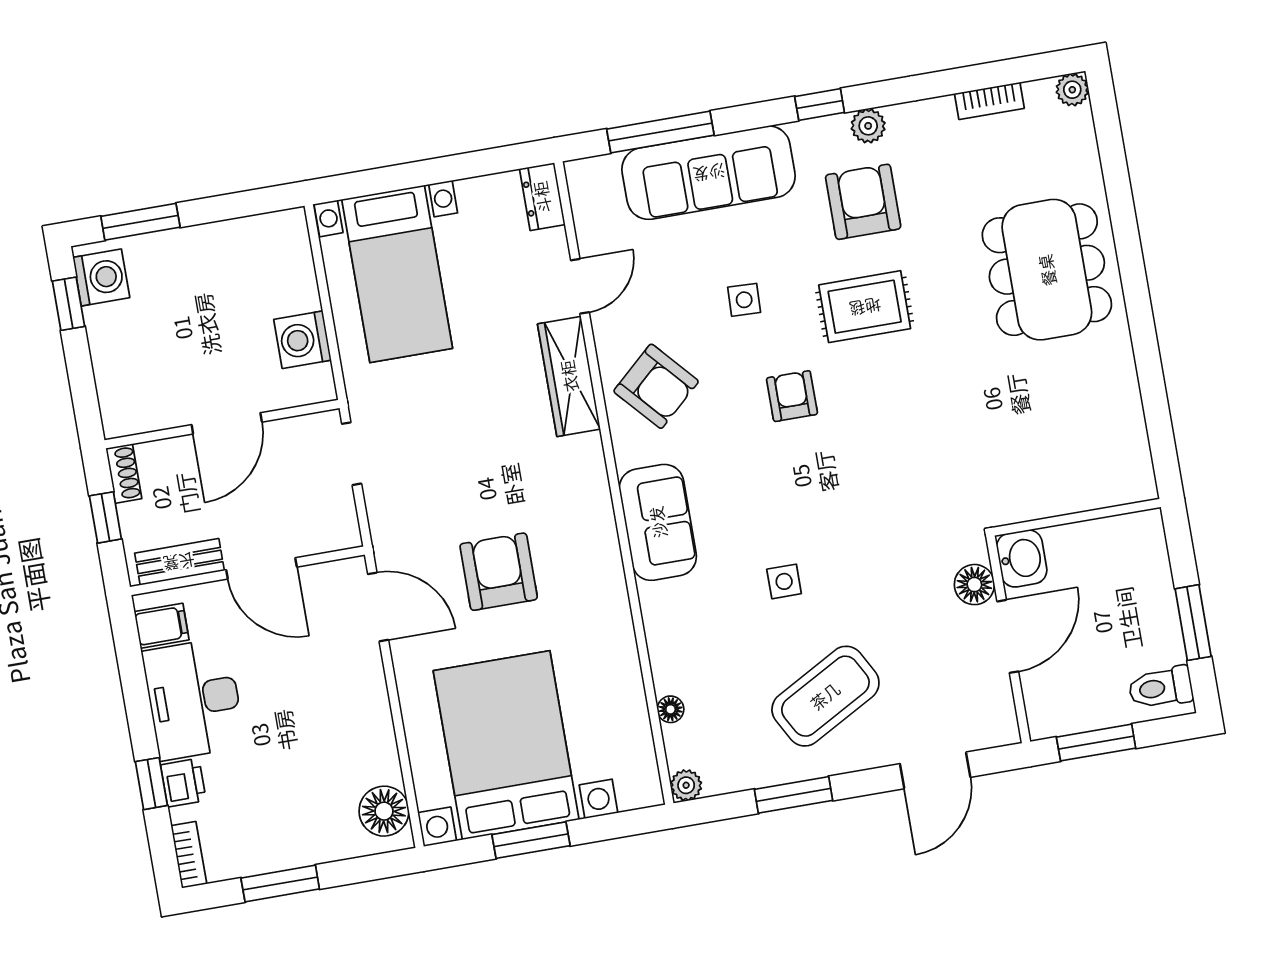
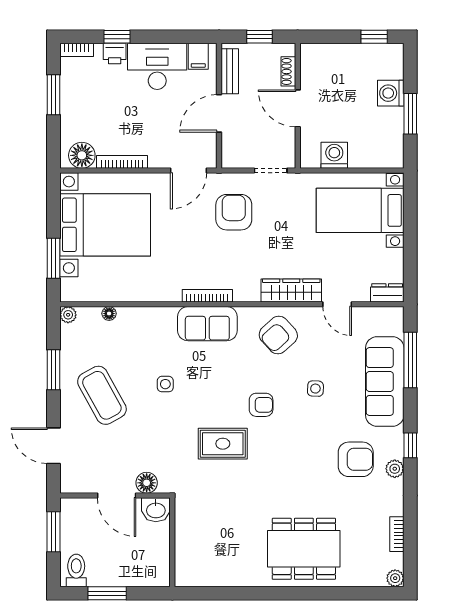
window: (140, 222) -> (410, 114), moved
washing machine: (101, 277) -> (391, 93), moved, turned 90
rug: (865, 307) -> (223, 444), moved, turned 90
shoe rack: (124, 473) -> (288, 71), moved, turned 90
bookcase: (606, 531) -> (207, 296), added
armchair: (499, 572) -> (234, 212), moved, turned -90
bookcase: (383, 734) -> (122, 162), added
window: (531, 840) -> (53, 258), moved

